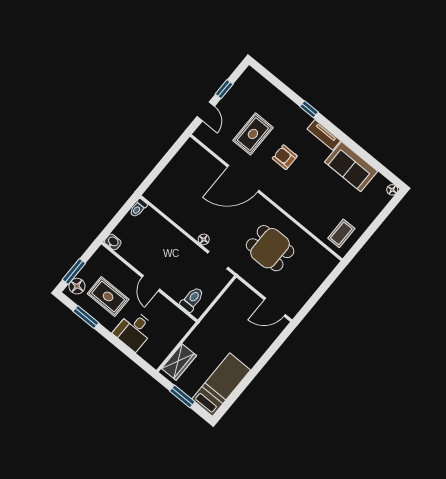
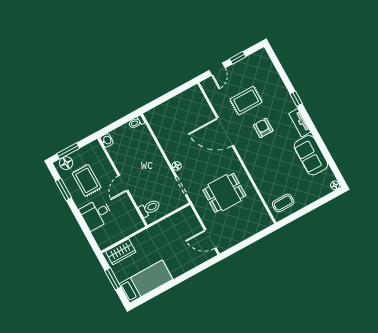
dining table: (270, 248) -> (224, 193), turned 90

